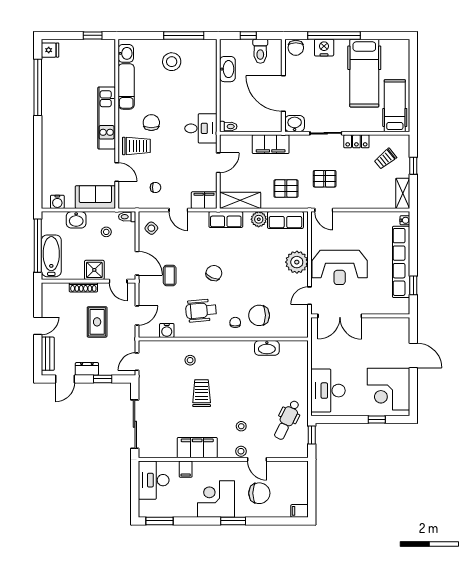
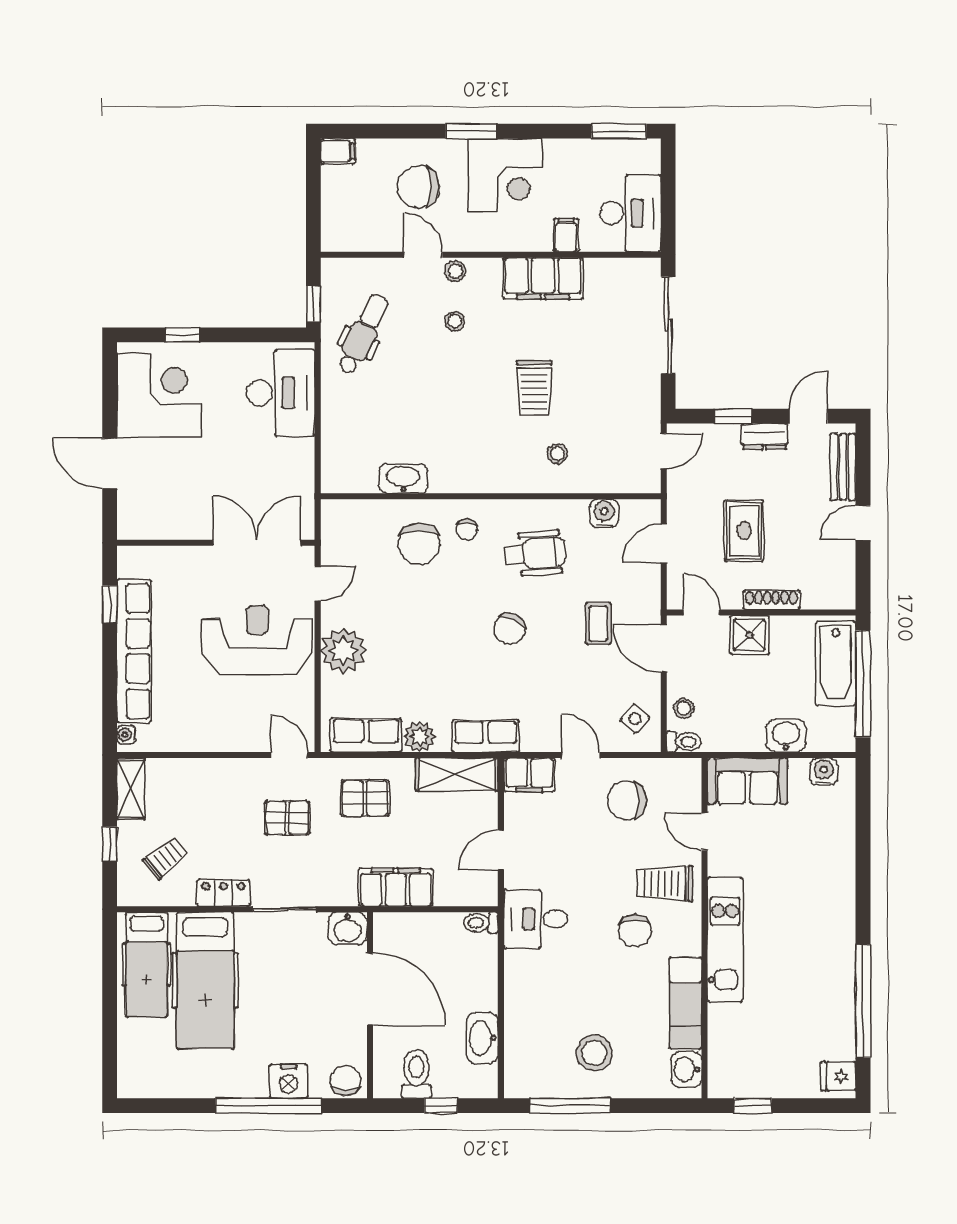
hospital bed: (364, 73) -> (205, 981), moved, turned 180
chair: (156, 187) -> (627, 800), width x1.87, depth x1.87
stool: (106, 232) -> (684, 708), moved
chair: (259, 315) -> (419, 544), turned 90

